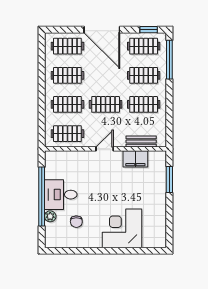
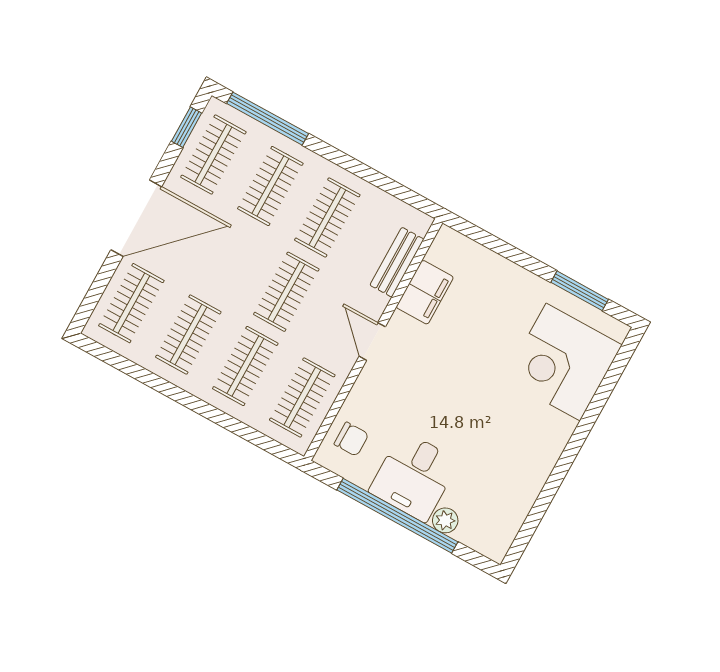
window: (169, 180) -> (580, 291), moved
chair: (76, 222) -> (351, 439), moved
corner desk: (122, 228) -> (563, 362), moved

